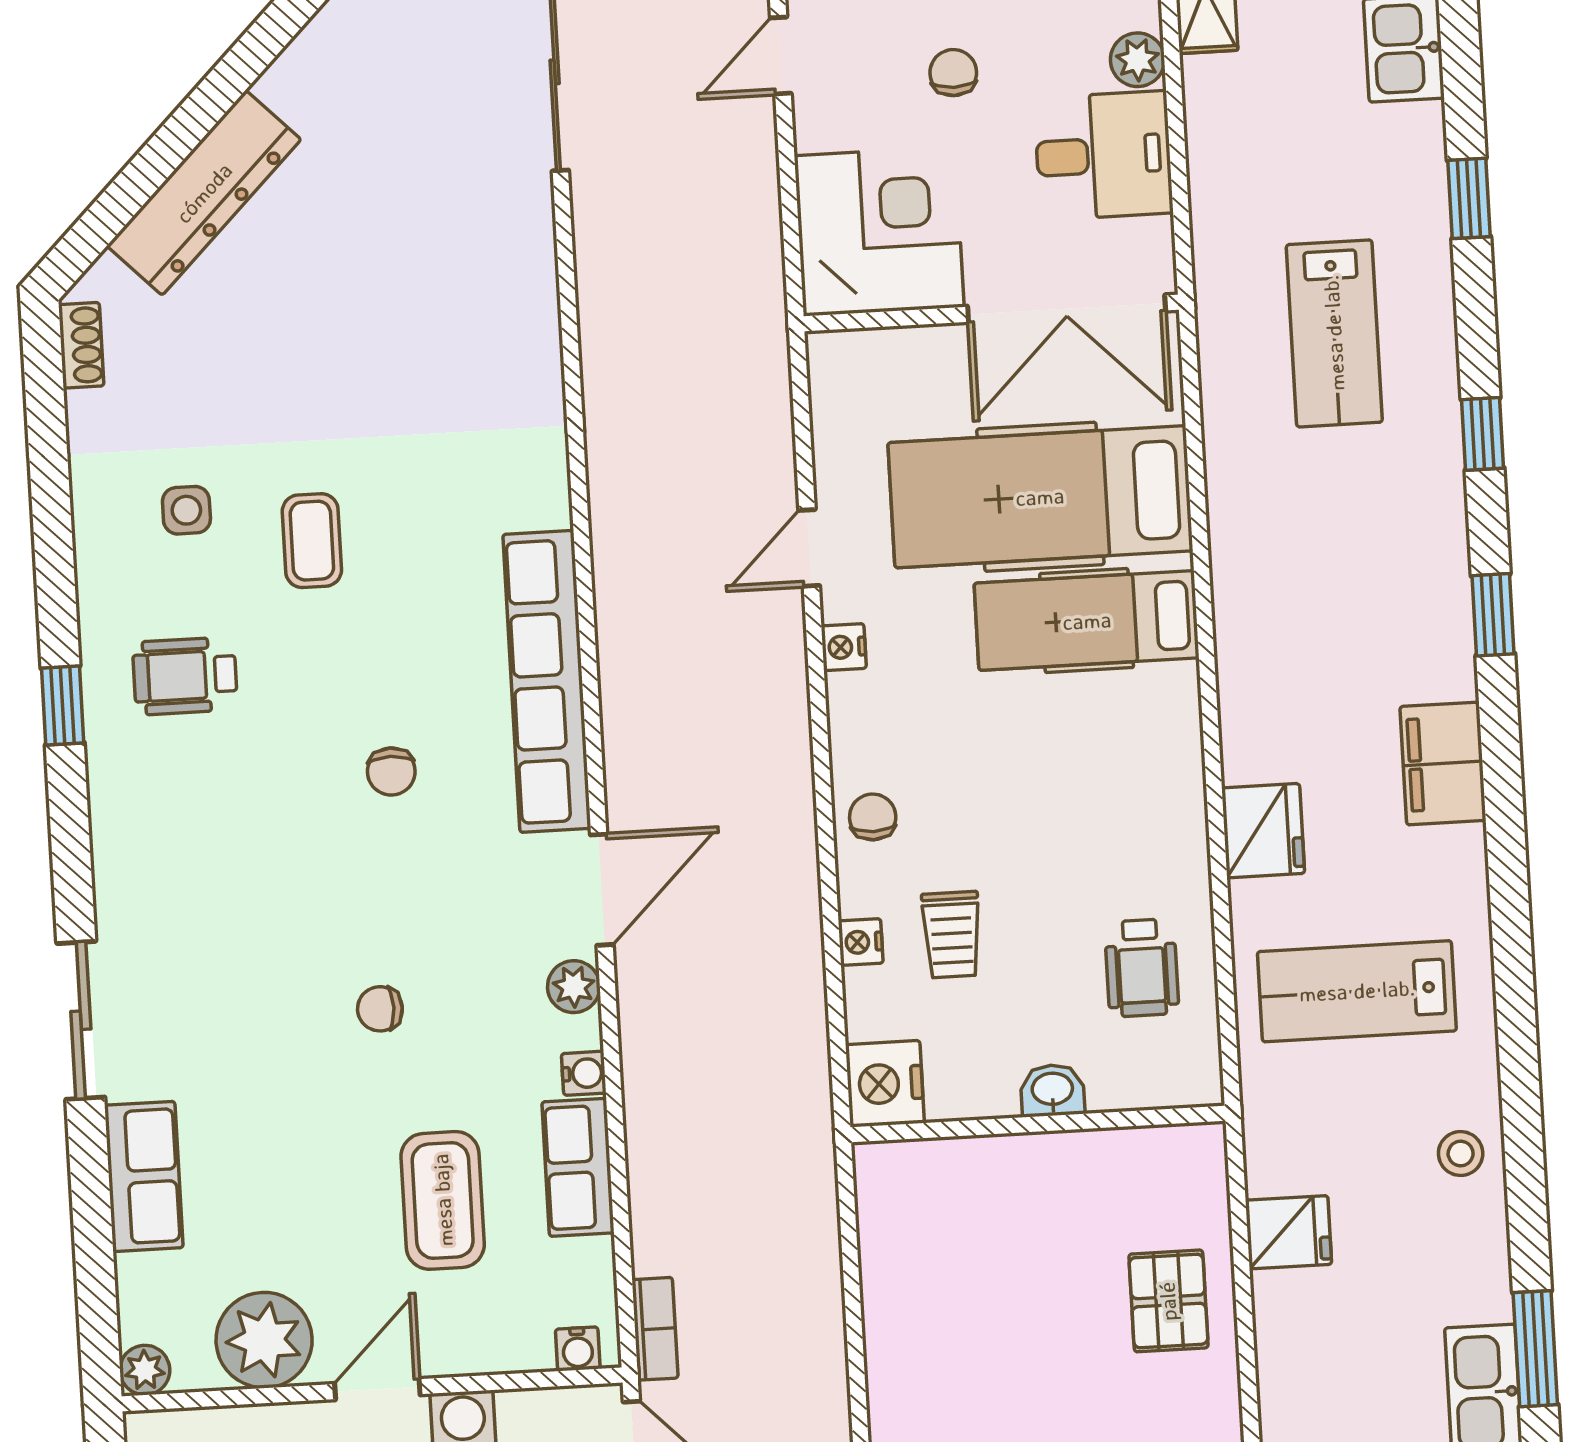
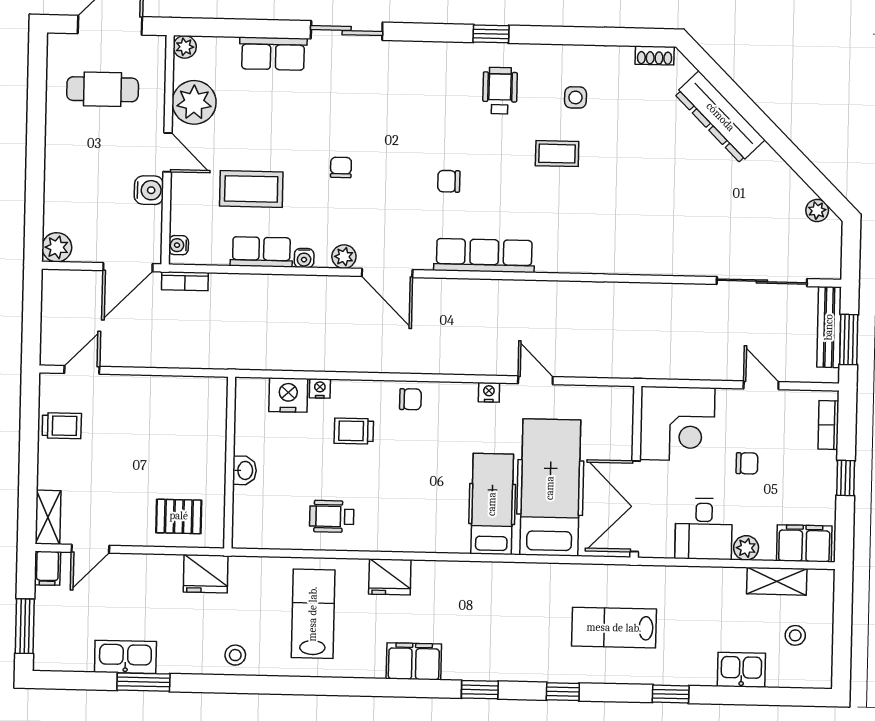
row of seats: (547, 681) -> (484, 256), width x0.73
nightstand: (861, 942) -> (320, 388), moved
washbasin: (1052, 1090) -> (245, 470), moved
wall: (1038, 1124) -> (230, 463), moved
fridge: (1289, 1232) -> (206, 574), width x1.38

